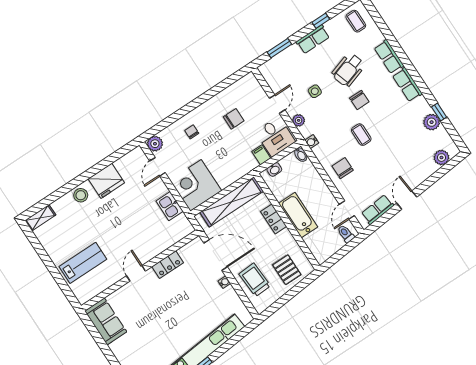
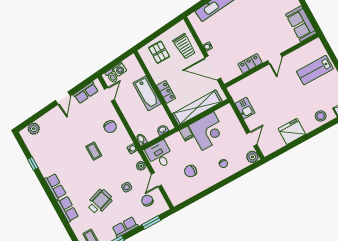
chair: (359, 100) -> (147, 201), moved
plant: (432, 122) -> (39, 156), removed
filing cabinet: (261, 155) -> (186, 134), moved
corner desk: (196, 185) -> (208, 131), moved
stool: (81, 195) -> (321, 116), moved
washing machine: (337, 244) -> (119, 69), added

